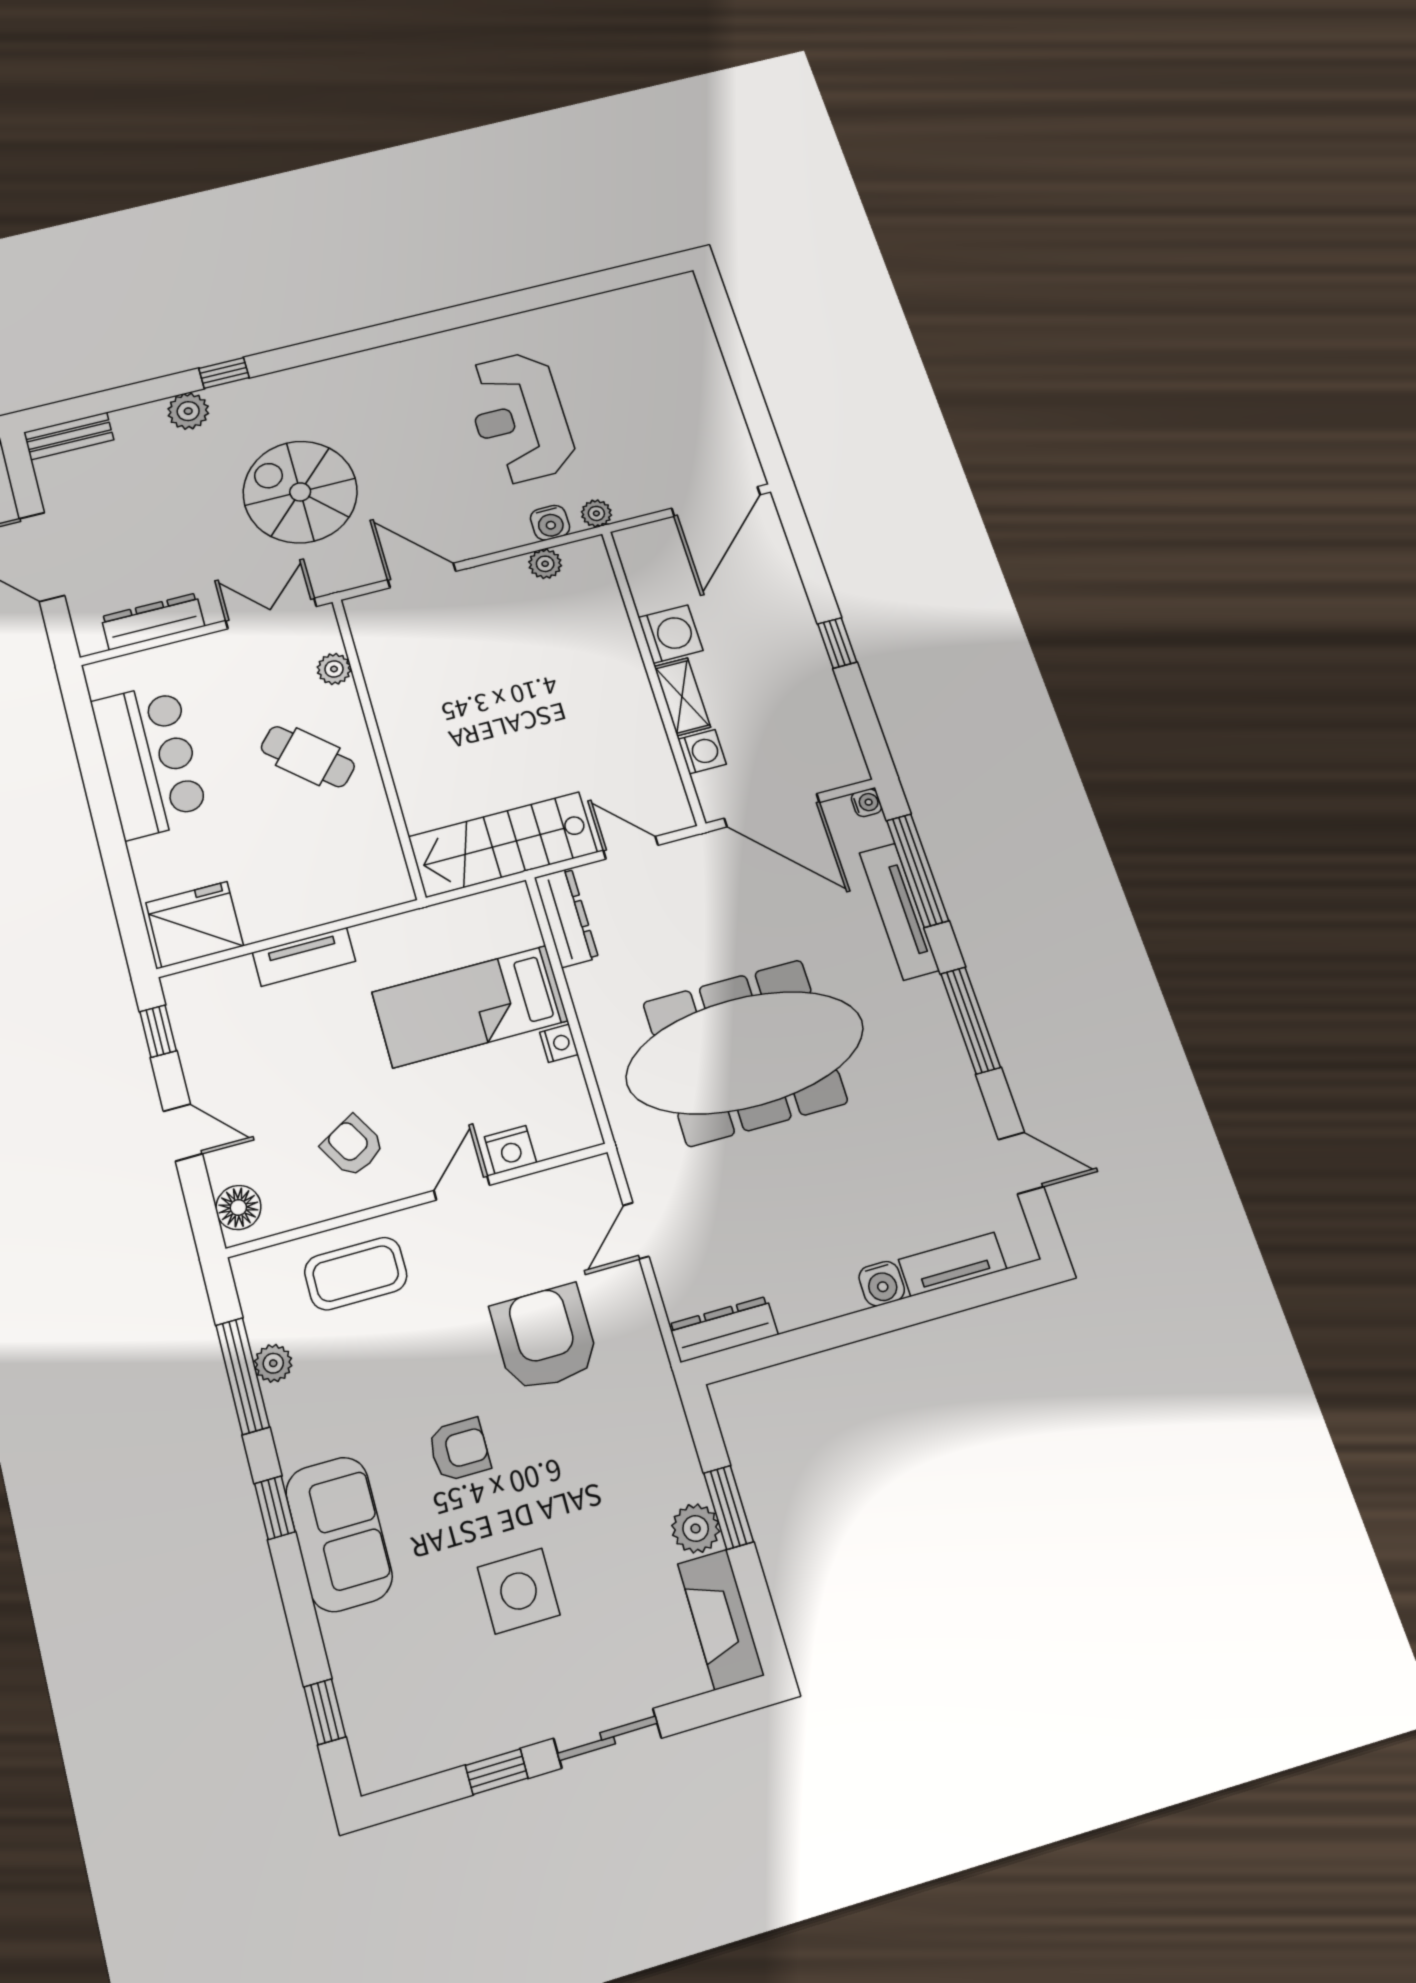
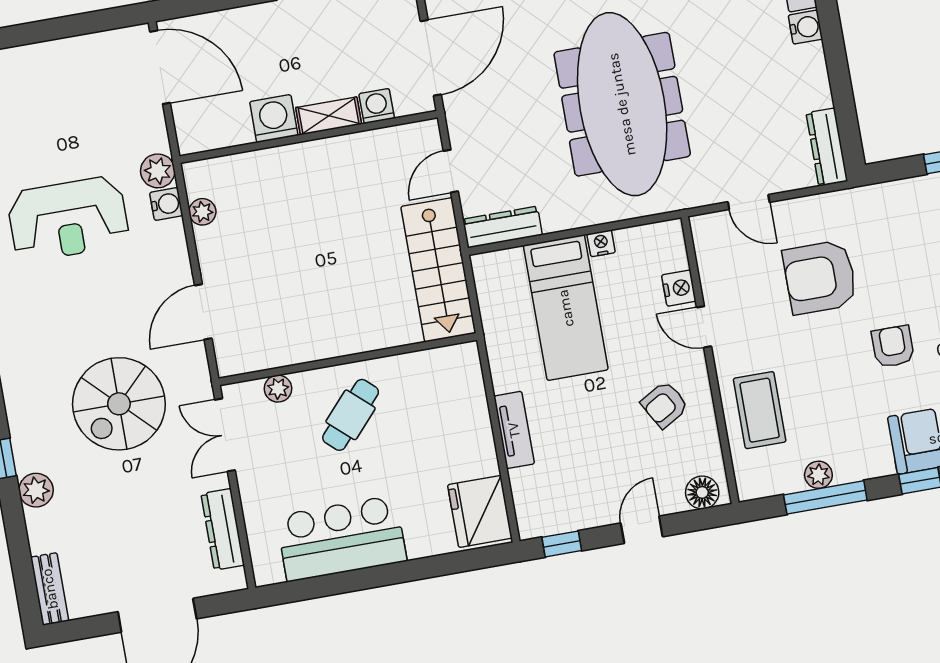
plant: (596, 513) -> (158, 171), width x1.38, depth x1.38

